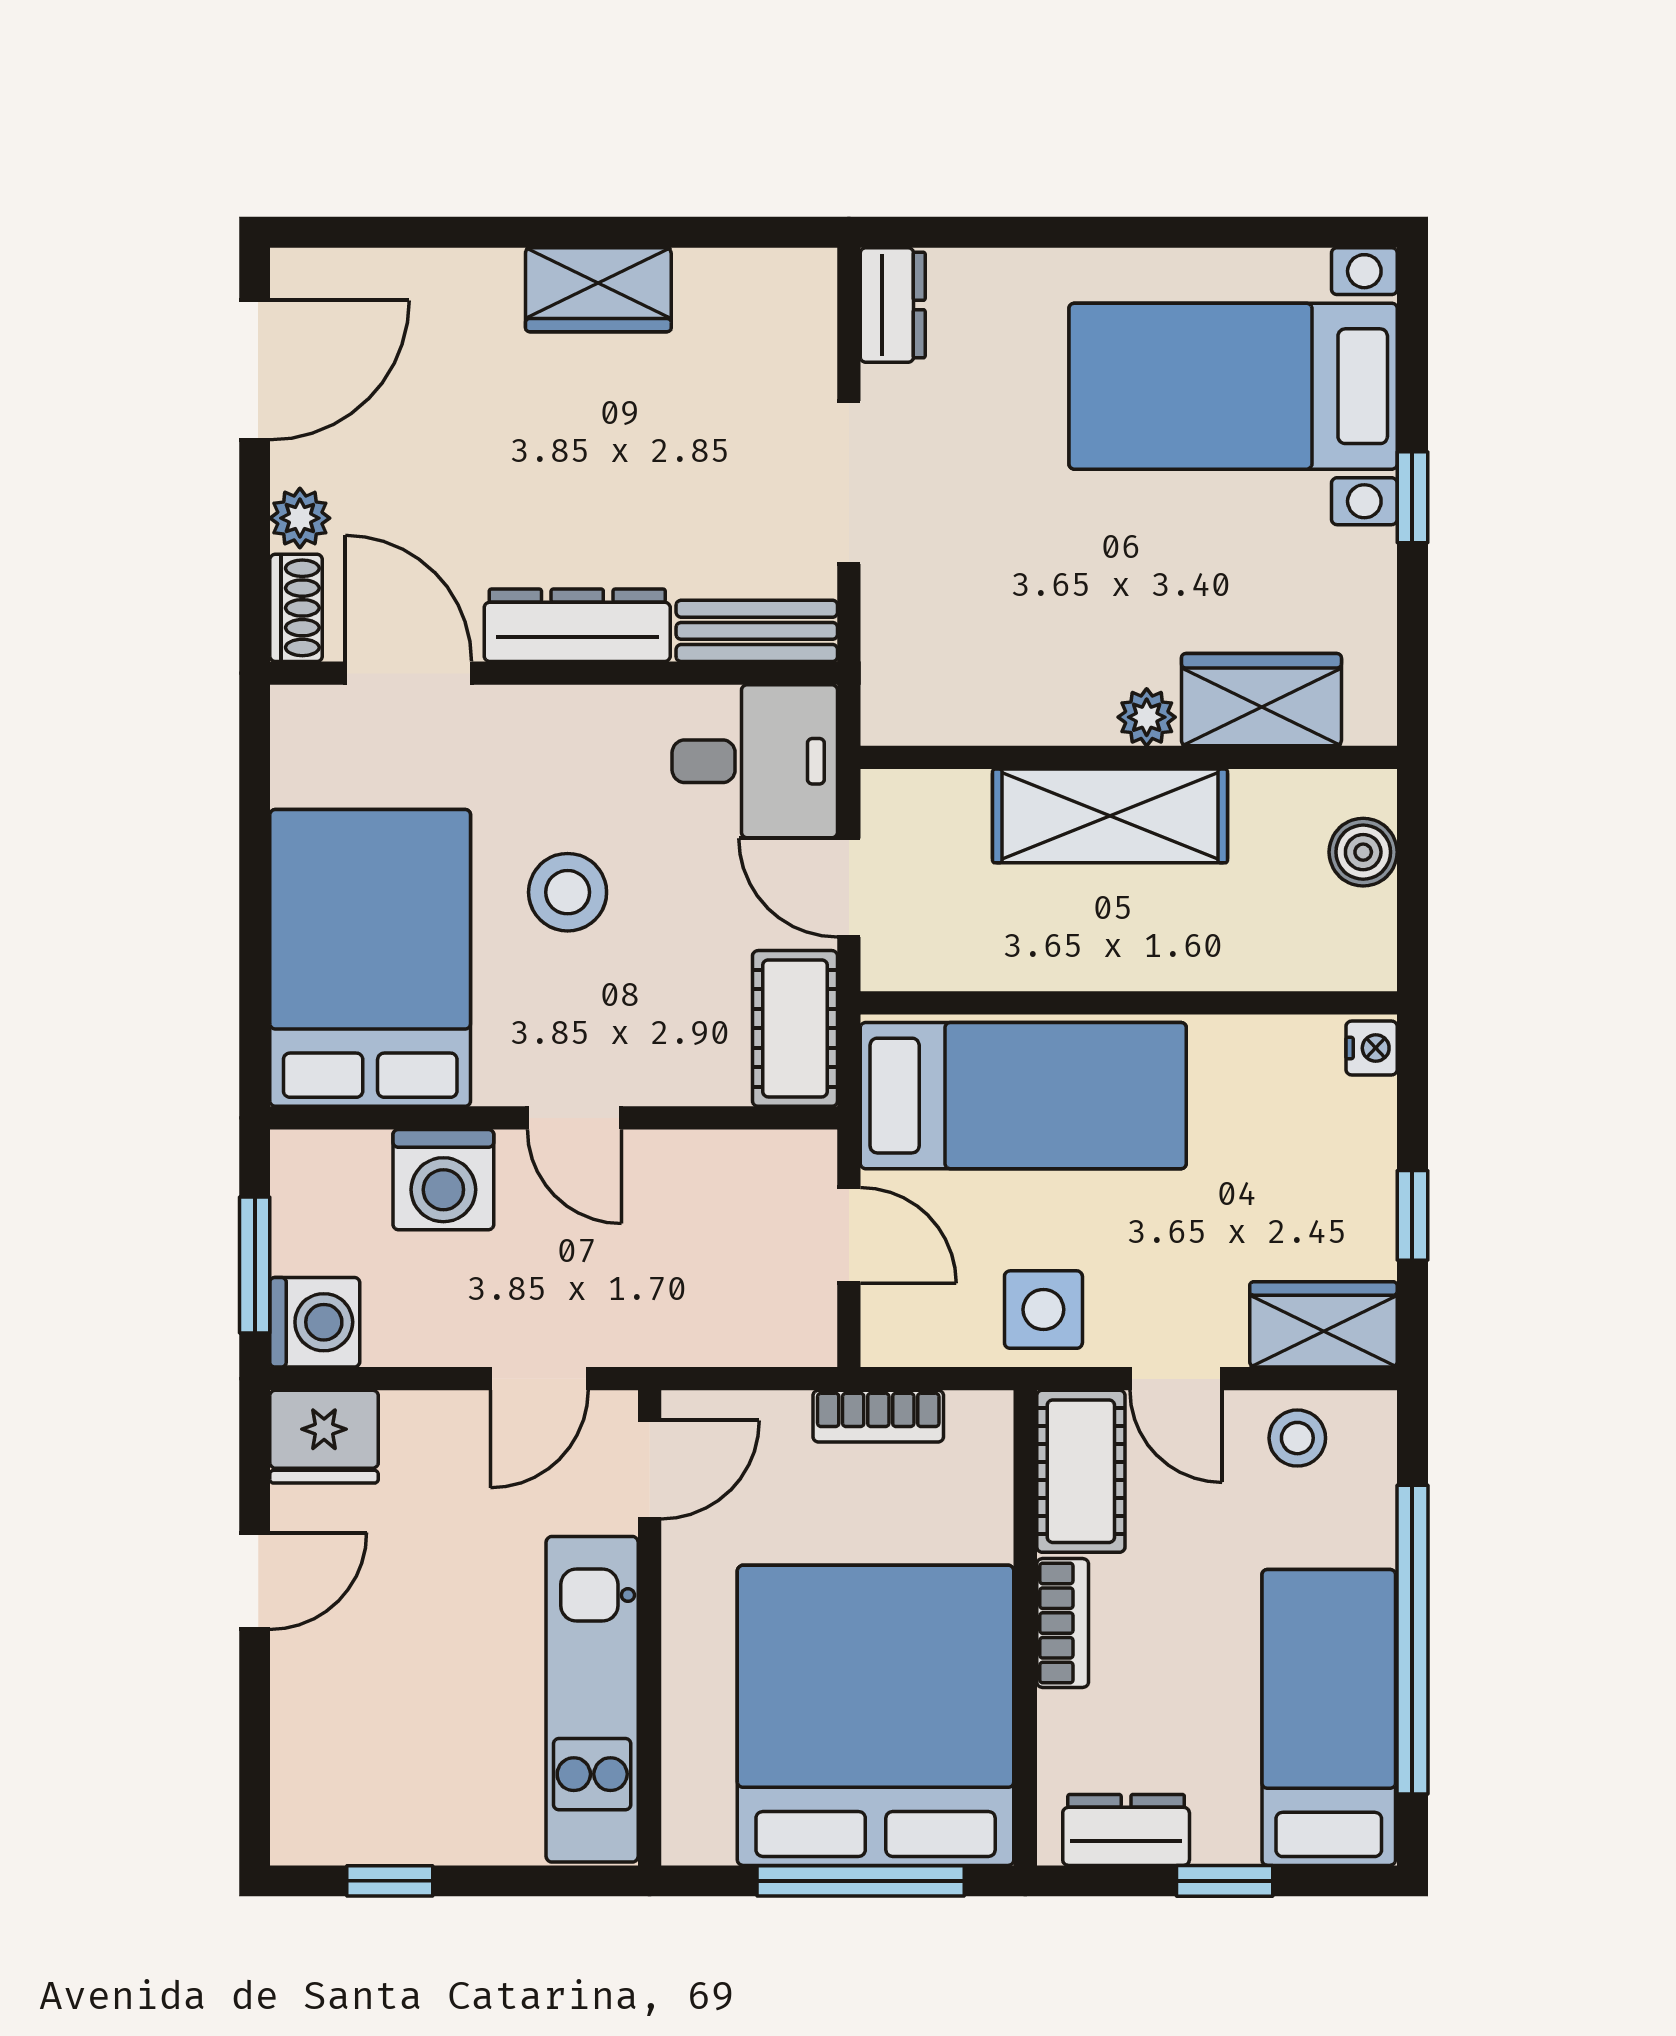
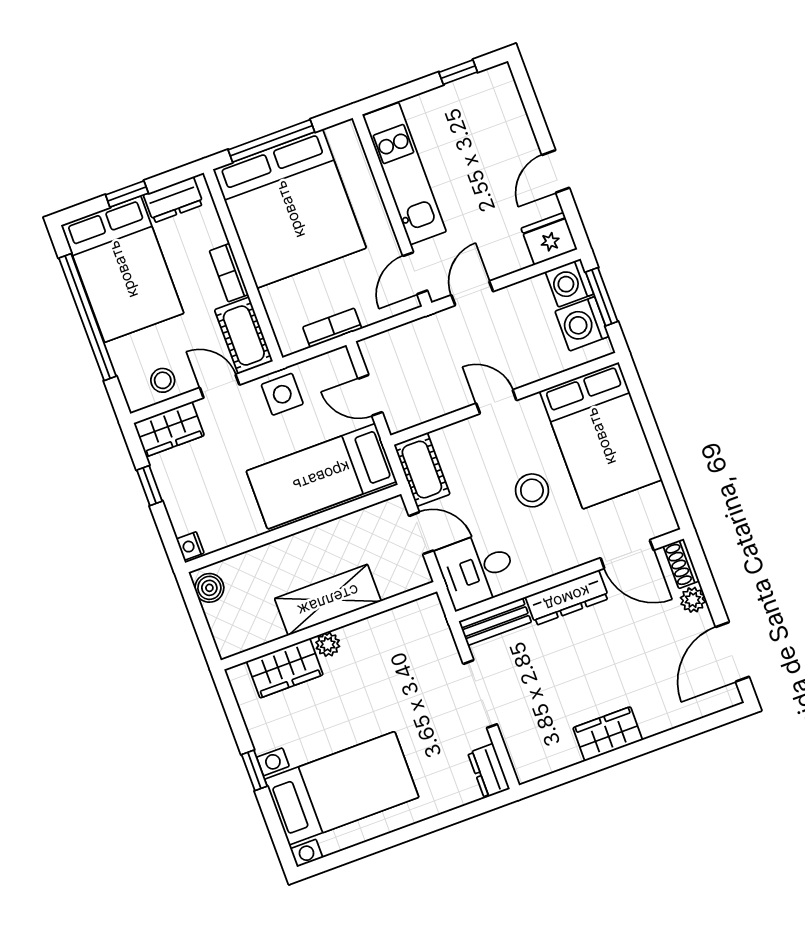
boiler: (1363, 852) -> (209, 588), moved
washing machine: (443, 1180) -> (582, 324), moved, turned -90
bed: (1329, 1717) -> (123, 269), width x1.50

